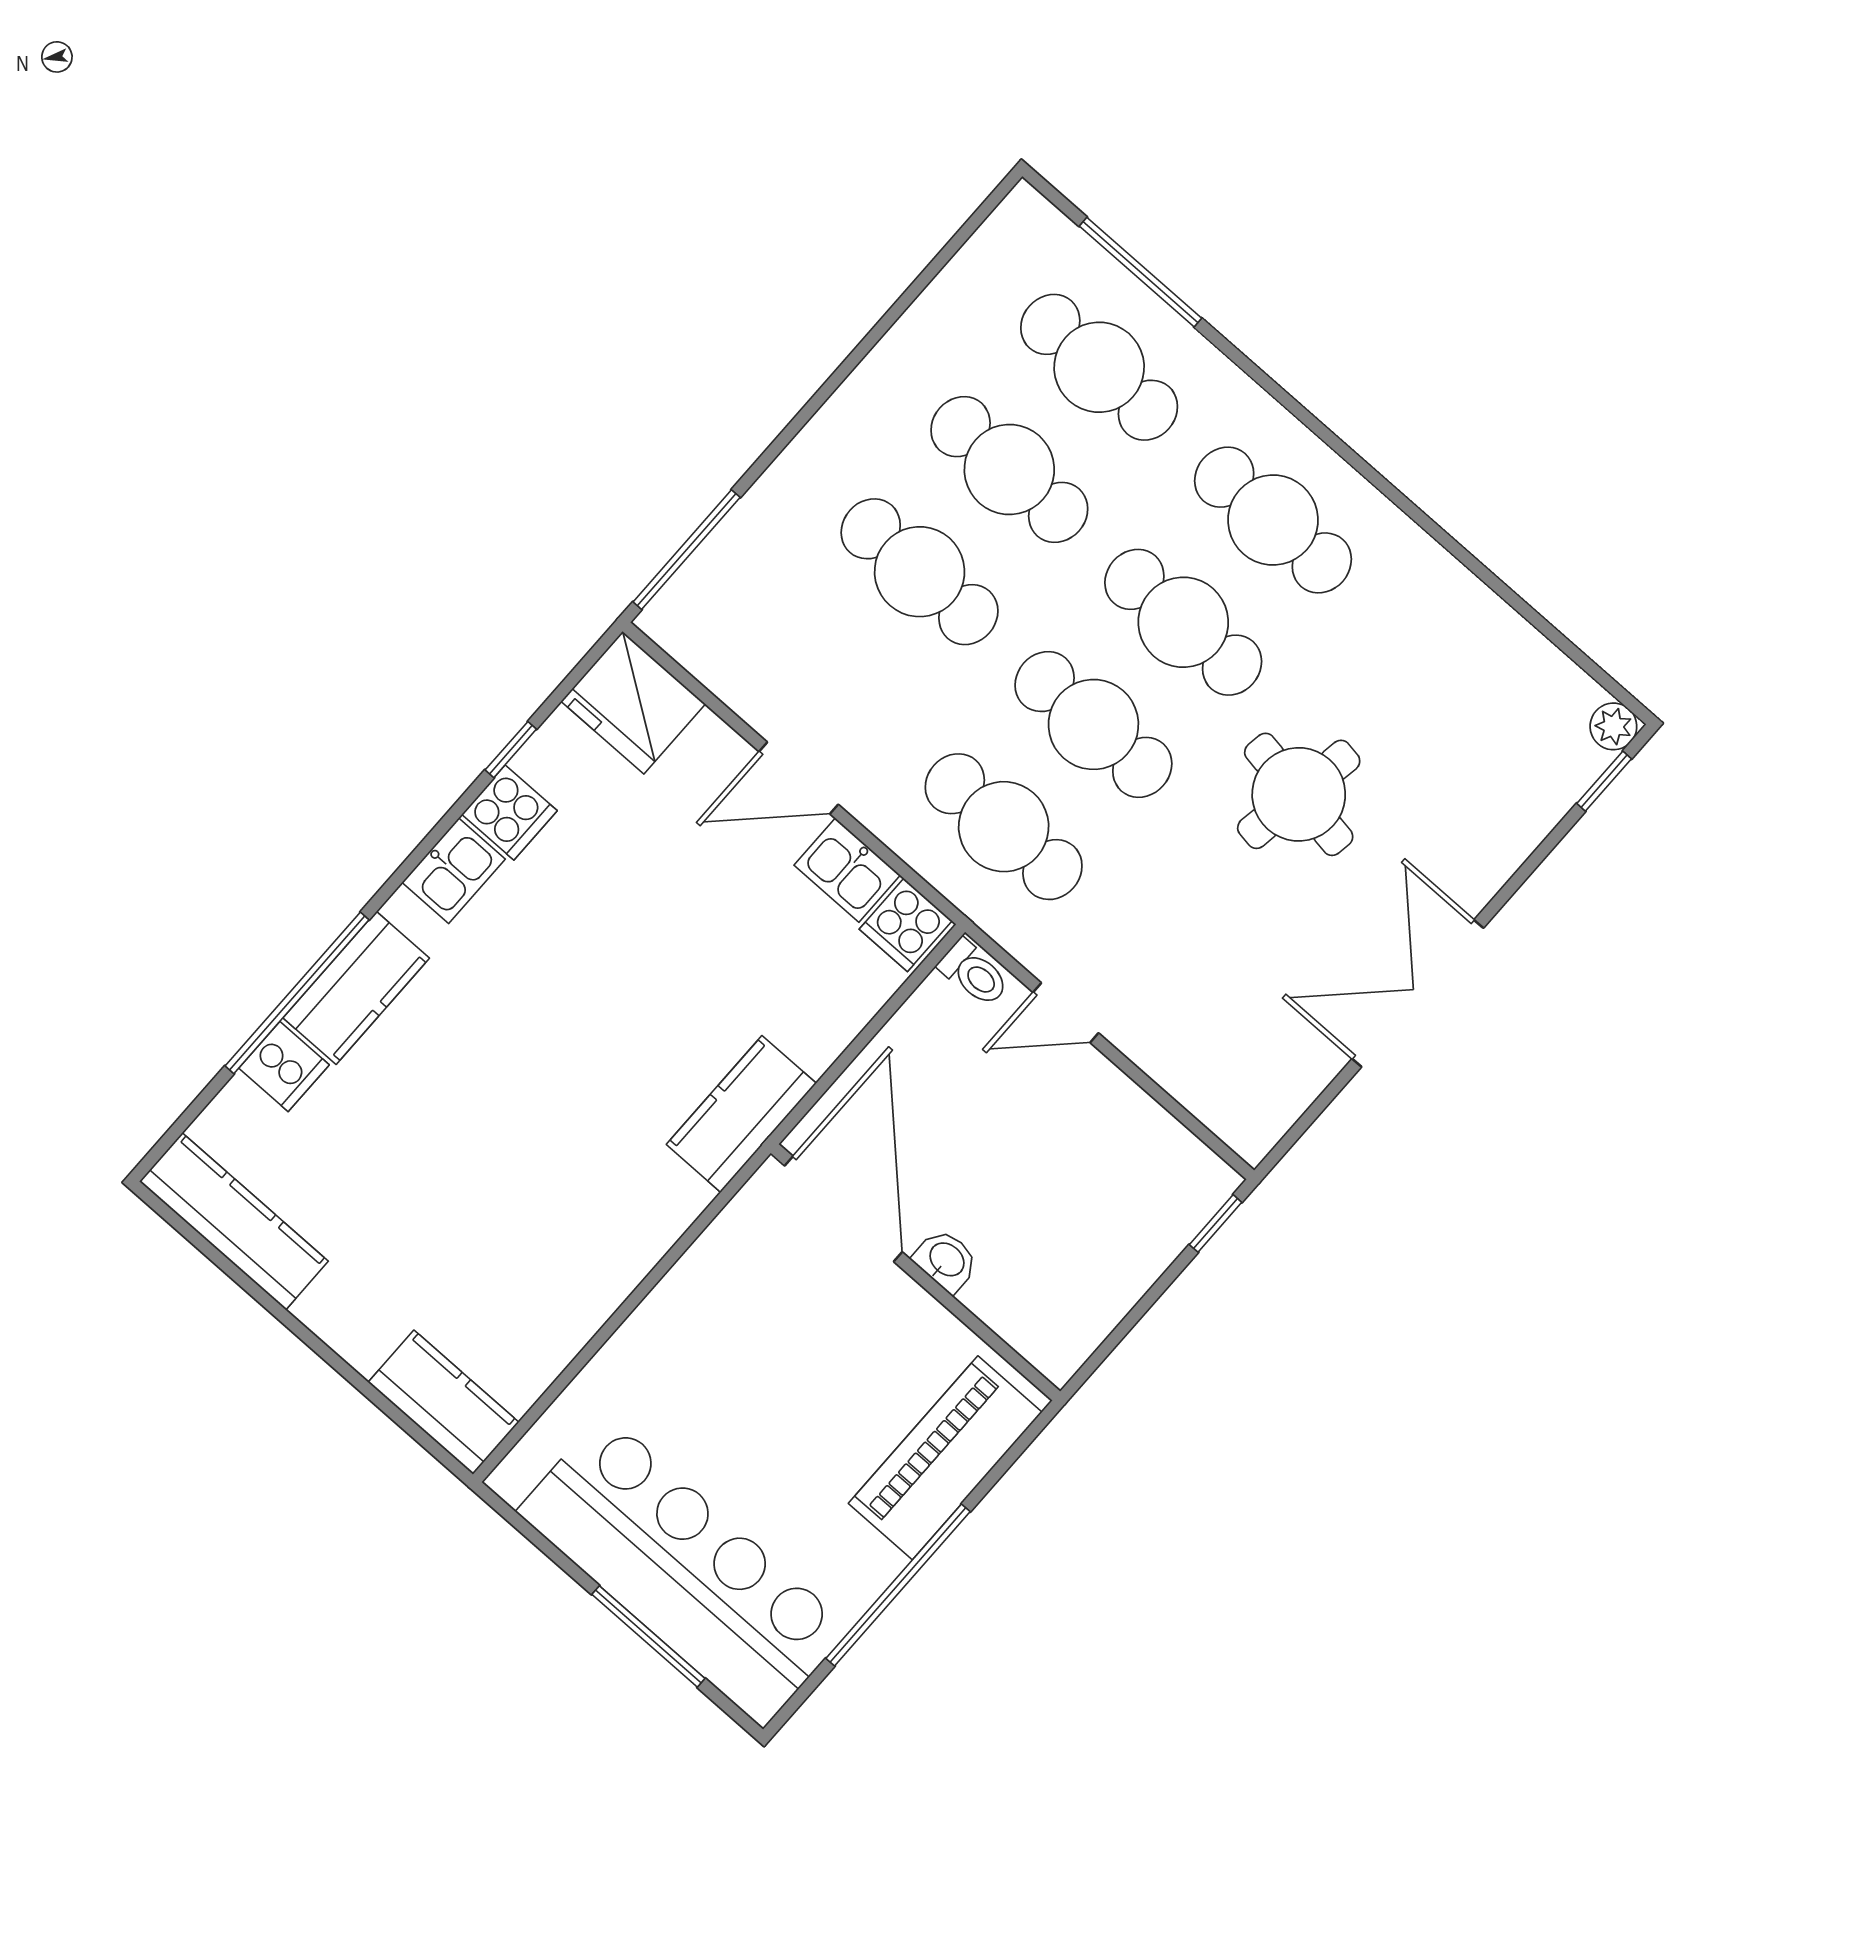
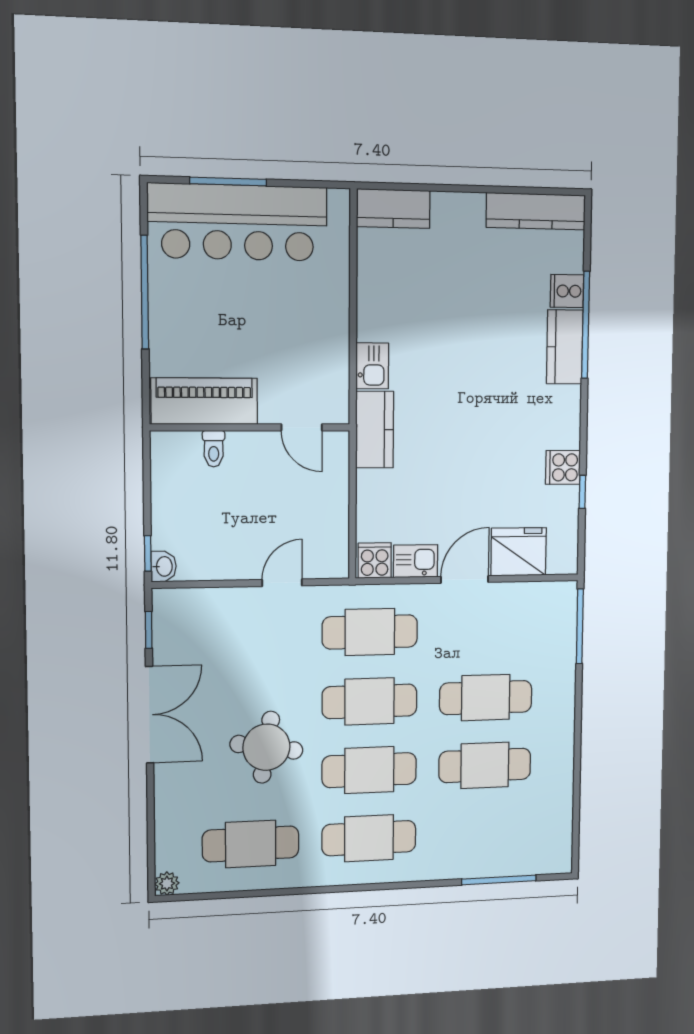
cafe table: (1099, 367) -> (251, 844), moved
fridge: (633, 703) -> (519, 552), moved
window: (1604, 781) -> (149, 630), moved
kitchen sink: (454, 871) -> (372, 366), moved, turned 180
toilet: (974, 973) -> (214, 449), moved, turned -90
door: (843, 1209) -> (302, 427), width x0.53
washbasin: (946, 1260) -> (164, 566), moved, turned -90
piano: (945, 1458) -> (204, 401), moved, turned -90

